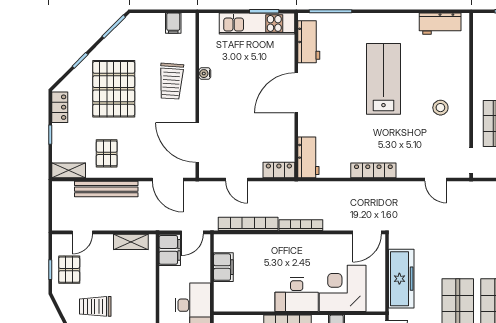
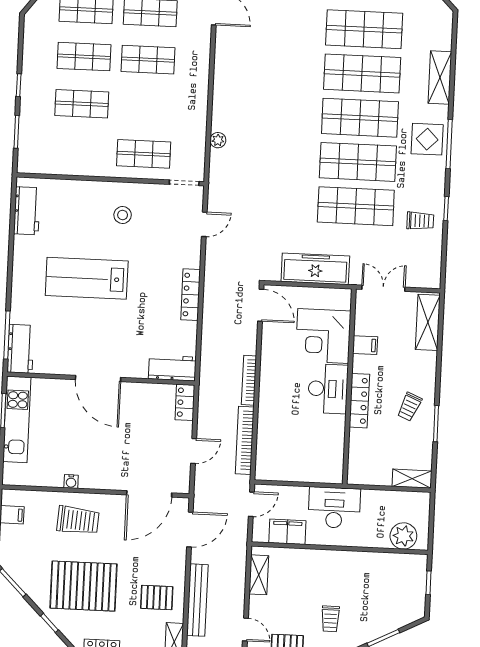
workbench: (309, 42) -> (21, 349), moved, turned 90
door: (192, 232) -> (251, 504), hinge flipped
filing cabinet: (170, 250) -> (287, 532), moved
filing cabinet: (223, 267) -> (293, 471), removed
trolley: (95, 306) -> (330, 619), width x0.73, depth x0.72

